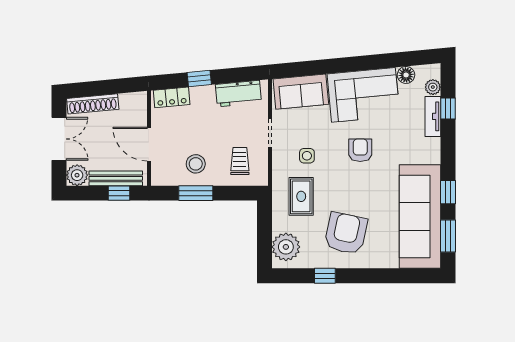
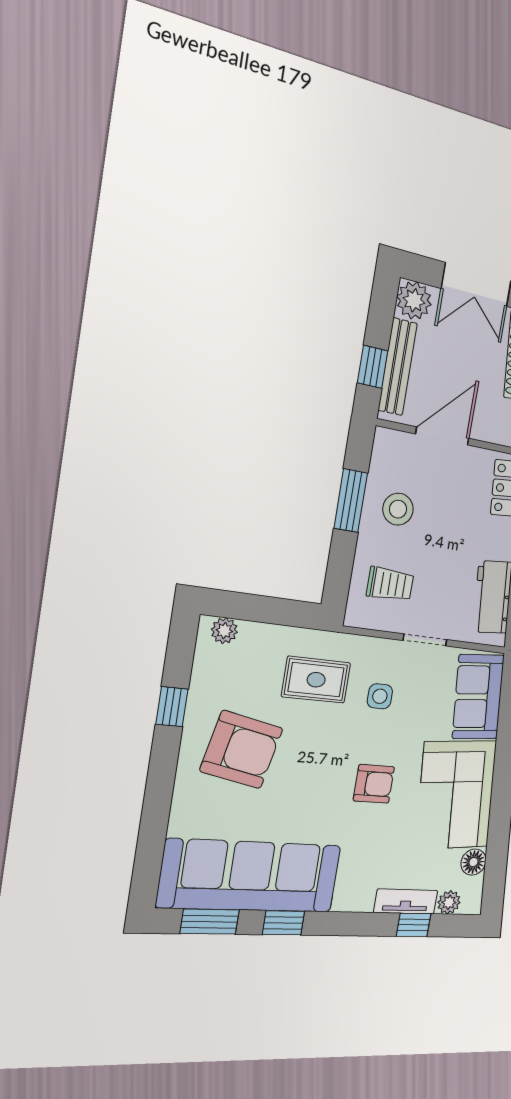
plant: (286, 247) -> (224, 631), width x0.53, depth x0.53

